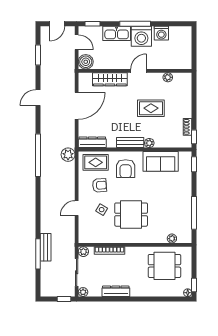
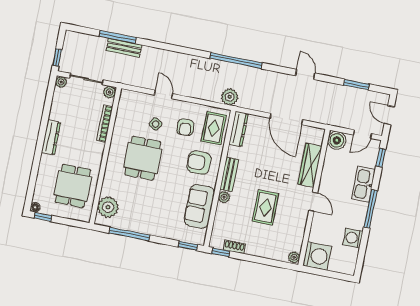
washing machine: (141, 36) -> (317, 256), moved, turned 180
plant: (168, 77) -> (294, 257), moved
plant: (172, 239) -> (108, 207), width x1.88, depth x1.88
dresser: (116, 291) -> (51, 137), moved

